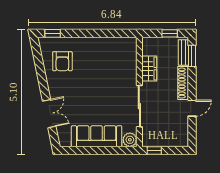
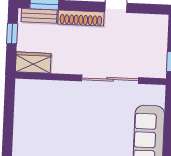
wardrobe: (149, 69) -> (33, 63), moved
plant: (130, 140) -> (156, 94), removed

